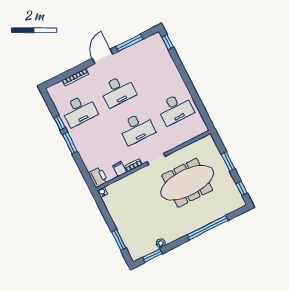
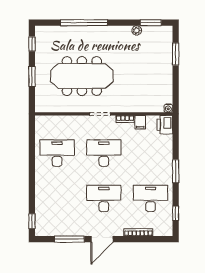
window: (60, 123) -> (176, 213), moved

